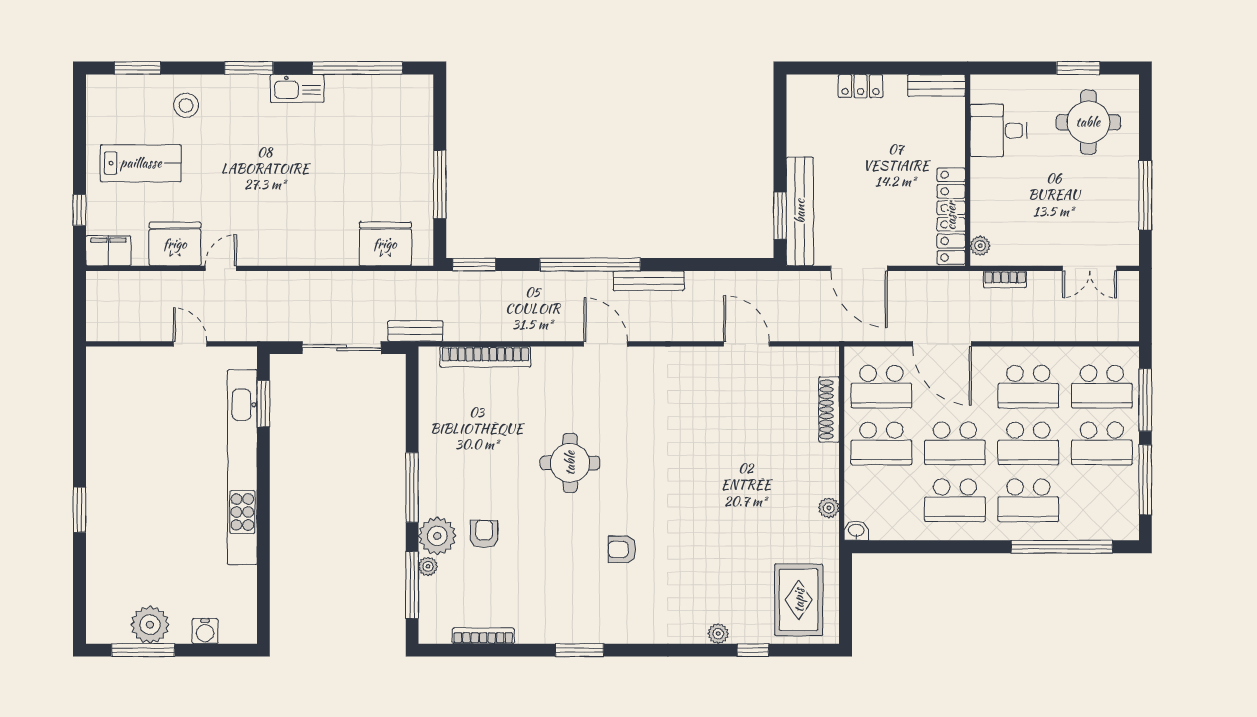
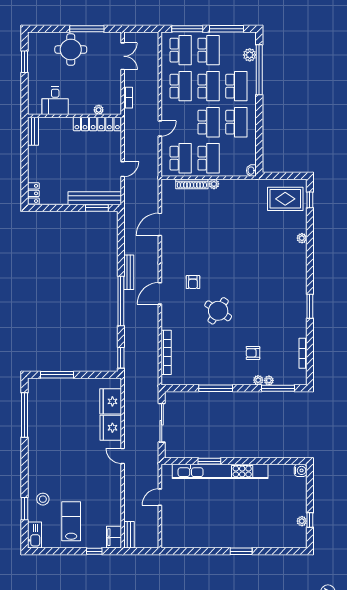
window: (138, 68) -> (25, 509), moved
window: (249, 68) -> (25, 468), removed
locker: (861, 86) -> (33, 193), moved
kitchen sink: (297, 88) -> (35, 535), moved
round table: (1088, 122) -> (71, 50), moved
window: (440, 184) -> (57, 375), moved
fridge: (175, 244) -> (111, 428), moved
plant: (980, 246) -> (99, 110), moved
door: (221, 268) -> (123, 456), moved
door: (859, 268) -> (123, 169), width x0.53
bench: (415, 331) -> (129, 535), moved
door: (942, 344) -> (160, 128), width x0.53
window: (263, 404) -> (209, 461), moved
round table: (570, 463) -> (218, 311), turned 33
window: (412, 487) -> (216, 388), moved
plant: (829, 508) -> (214, 184), moved
plant: (1092, 527) -> (250, 55), added
plant: (437, 536) -> (258, 380), width x0.53, depth x0.53
armchair: (622, 549) -> (193, 282), moved
plant: (150, 625) -> (302, 521), width x0.53, depth x0.53
water cooler: (205, 631) -> (301, 470), moved
window: (143, 650) -> (310, 520), width x0.46
window: (753, 650) -> (310, 200), moved

